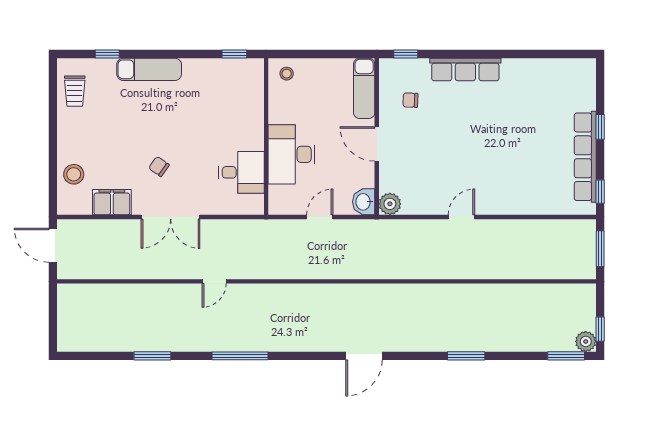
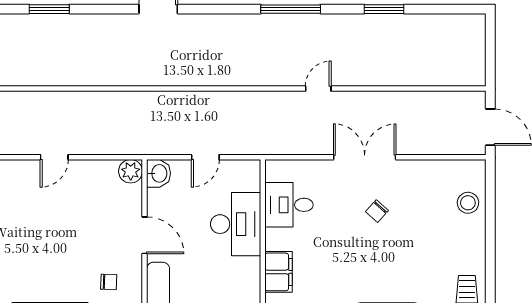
chair: (159, 167) -> (377, 211), turned 97
filing cabinet: (112, 202) -> (279, 272), moved, turned -90

